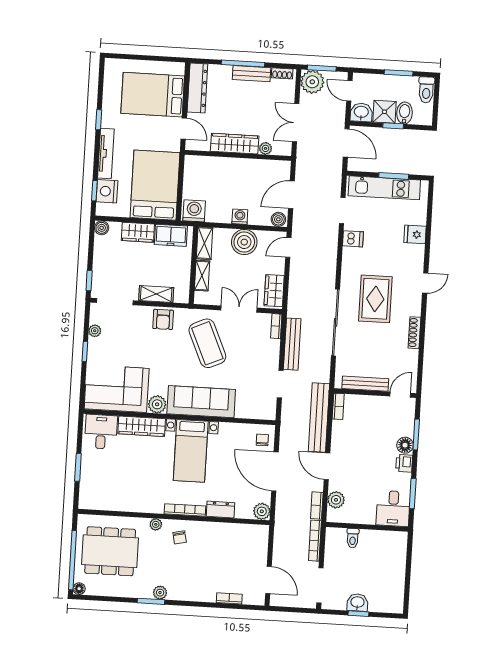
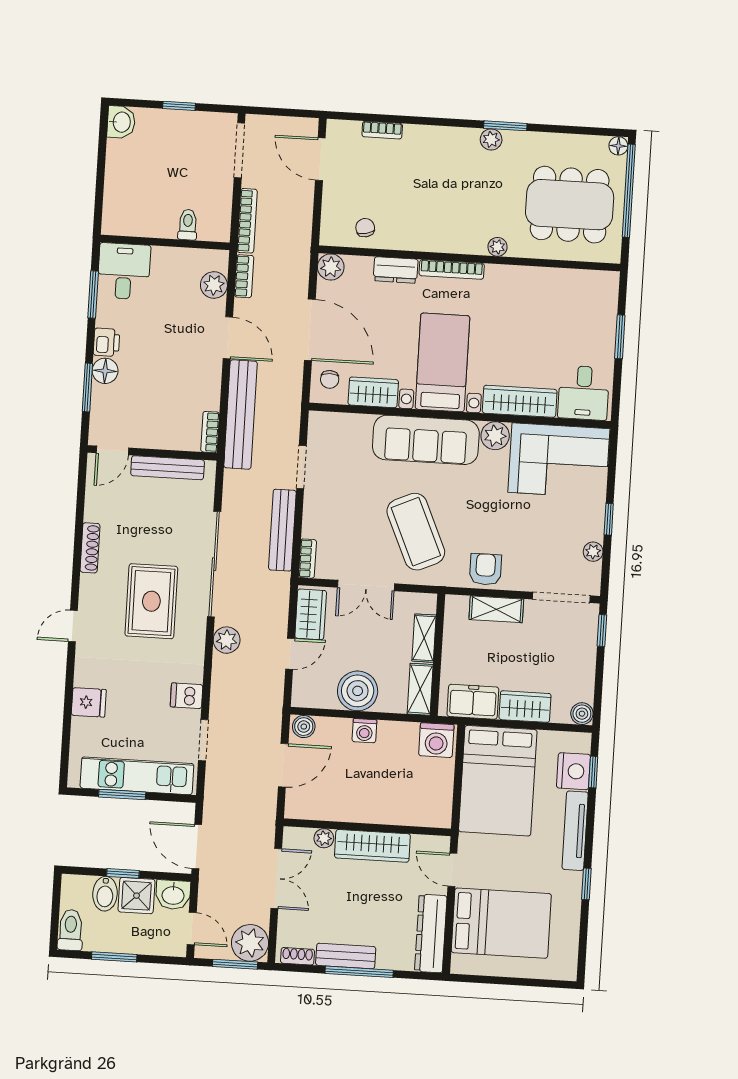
door: (288, 247) -> (290, 654), moved
plant: (328, 274) -> (227, 640), added
wardrobe: (235, 432) -> (373, 392), added
chair: (180, 537) -> (365, 228), moved
washbasin: (357, 603) -> (121, 122), moved, turned -90

